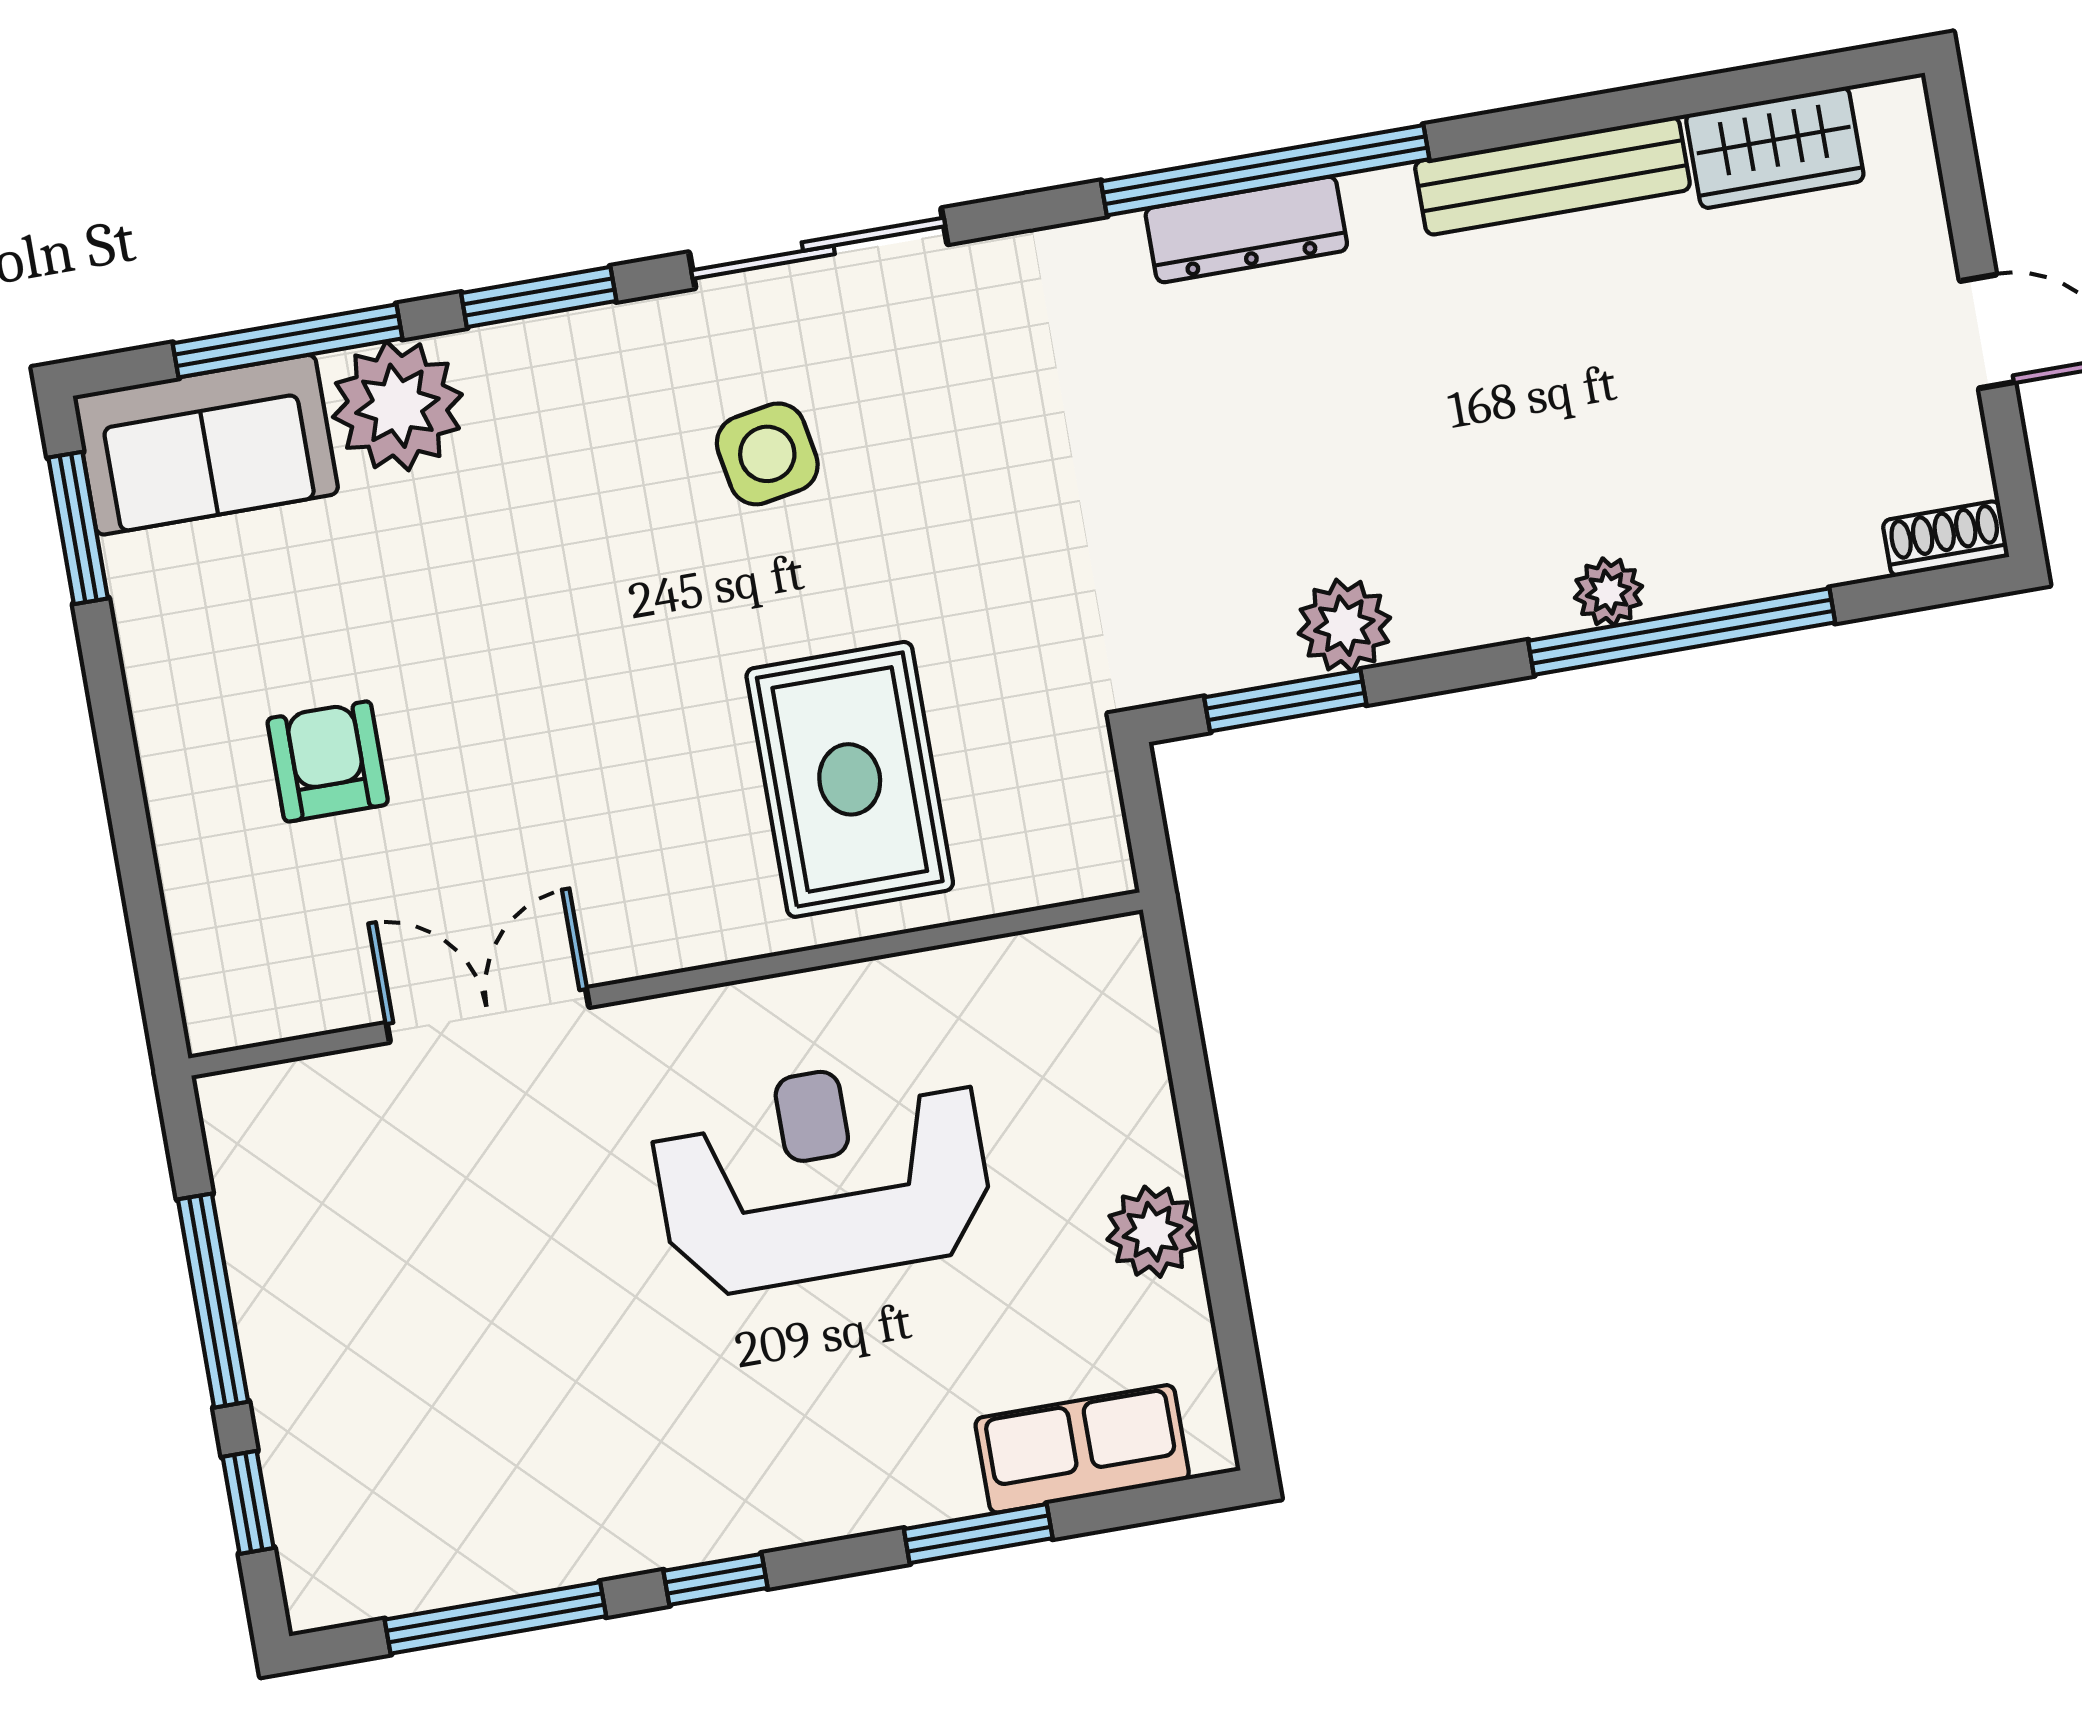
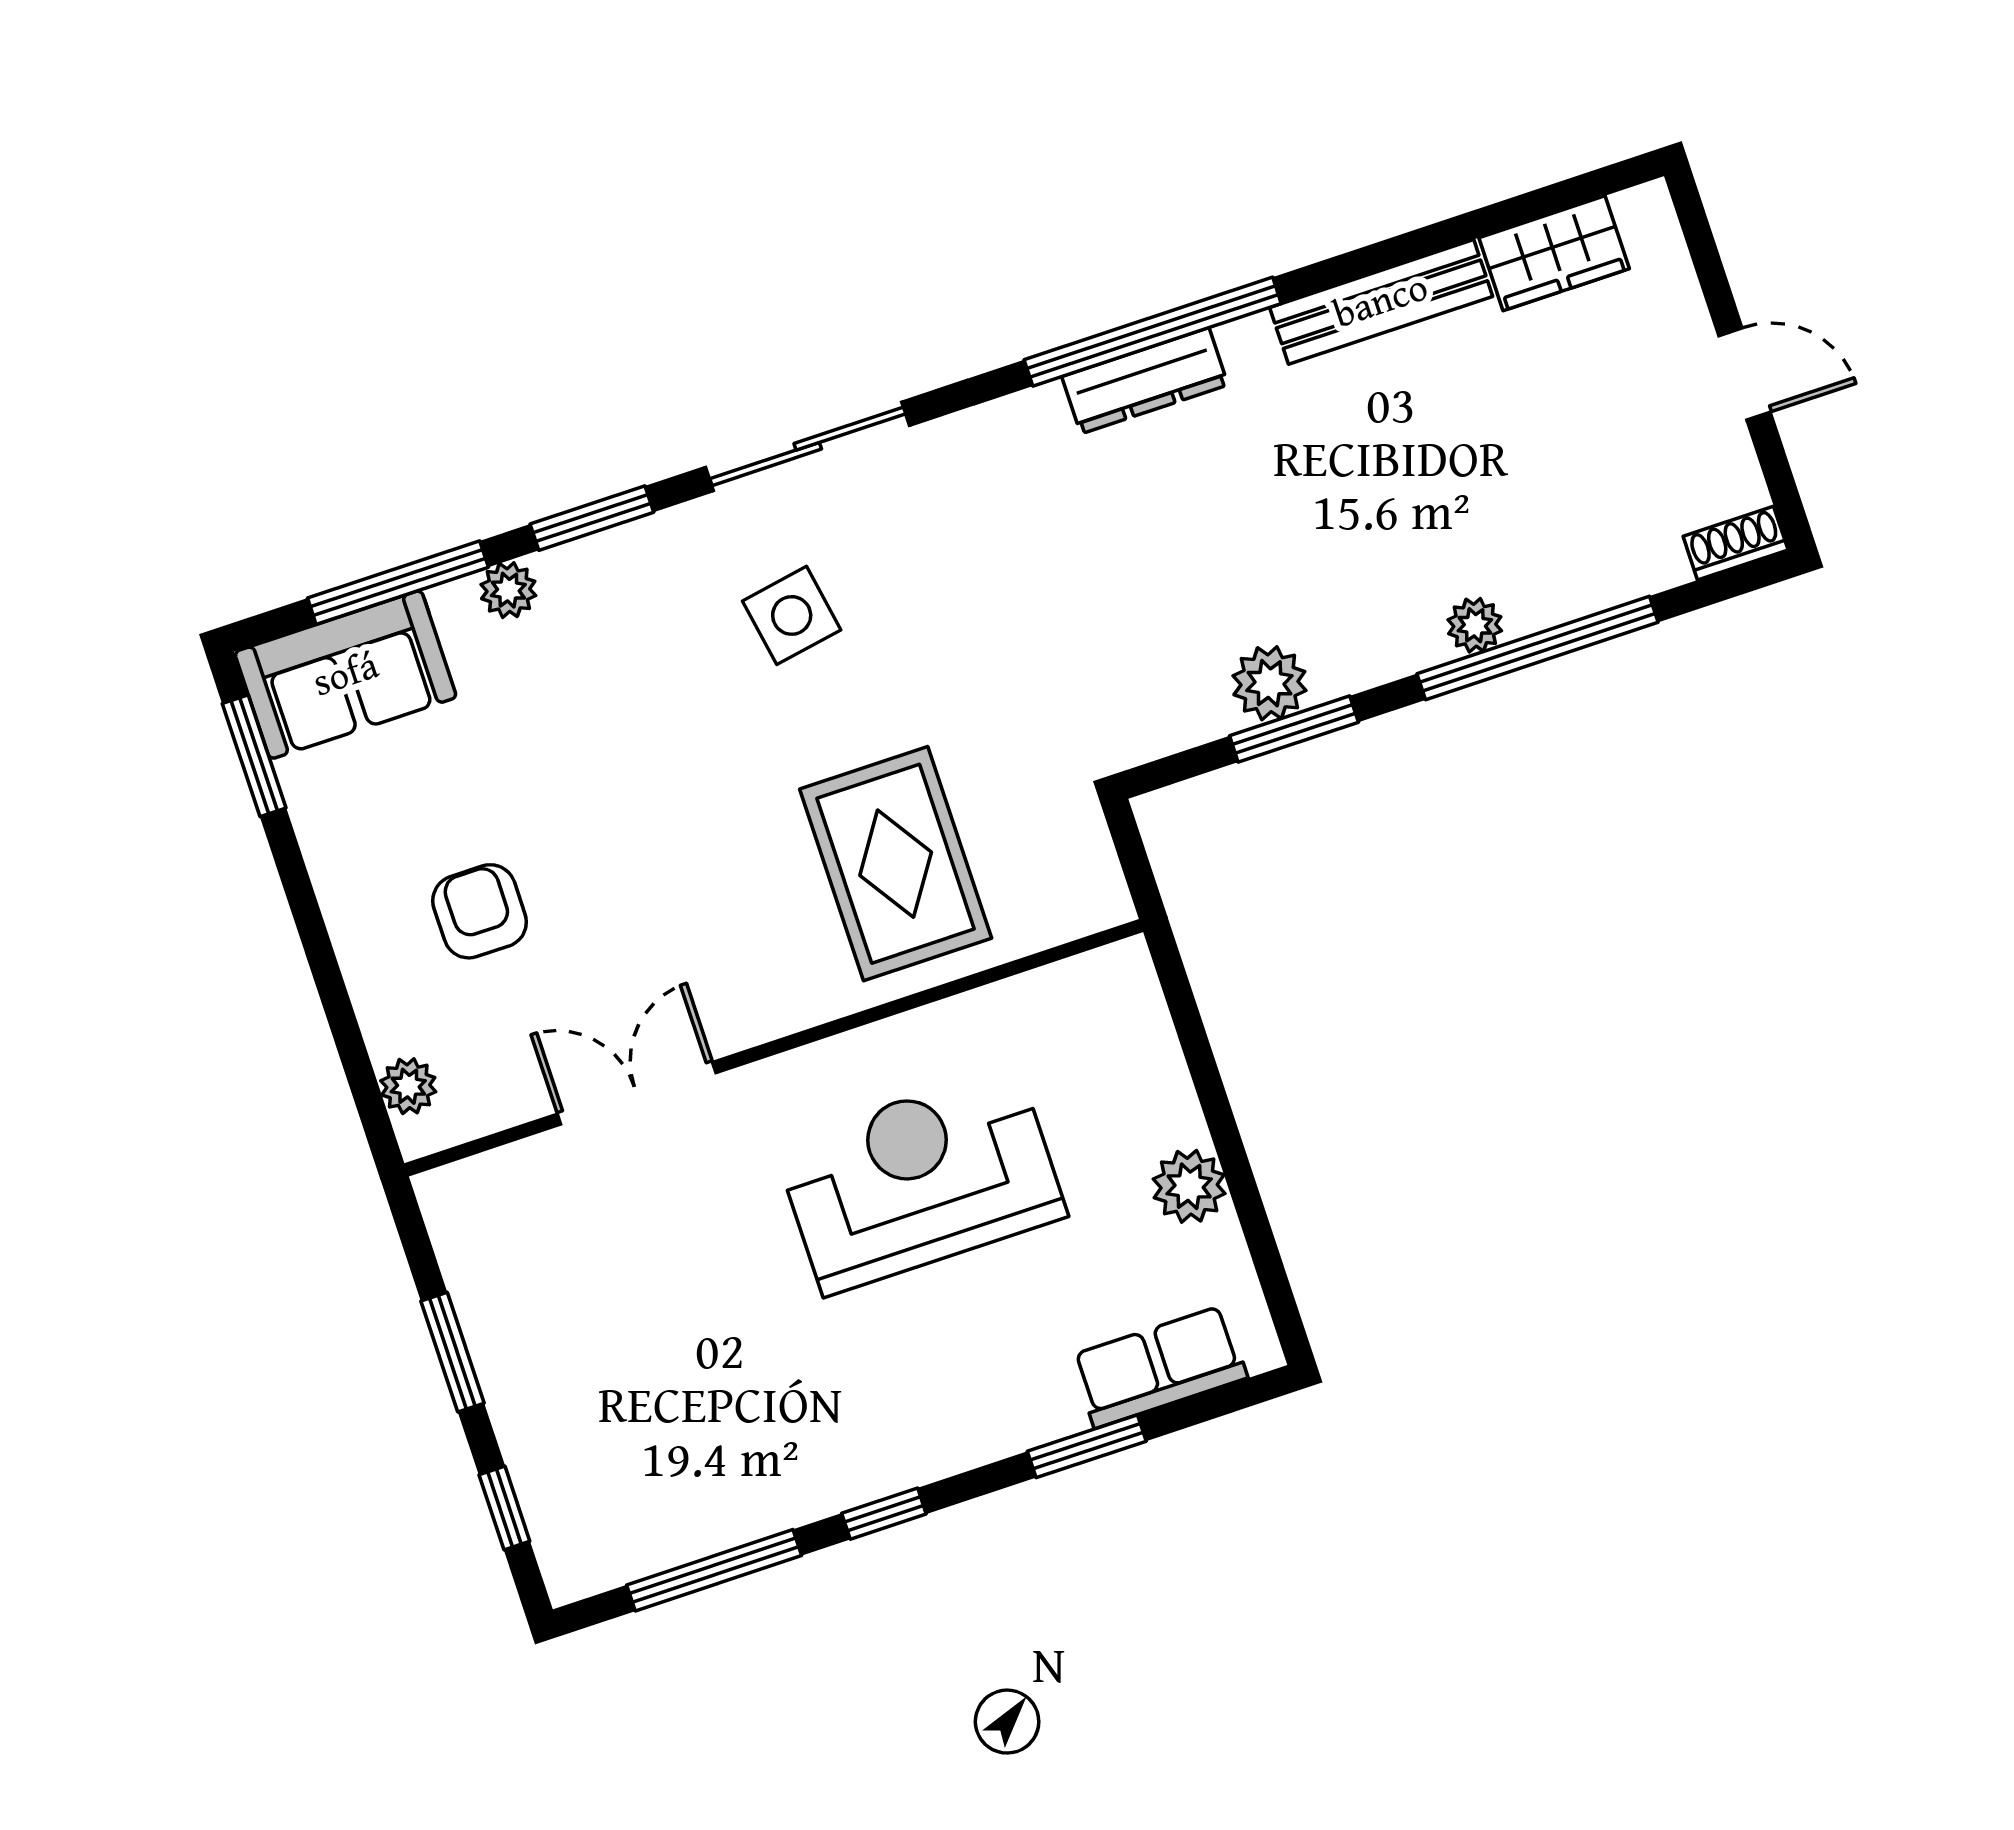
plant: (397, 406) -> (508, 590), width x0.53, depth x0.53
window: (1285, 701) -> (1294, 729), moved
plant: (207, 964) -> (408, 1086), added
window: (213, 1301) -> (453, 1352), width x0.69

